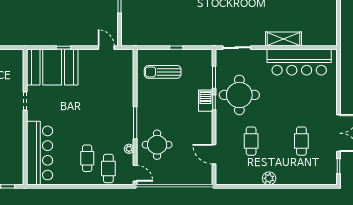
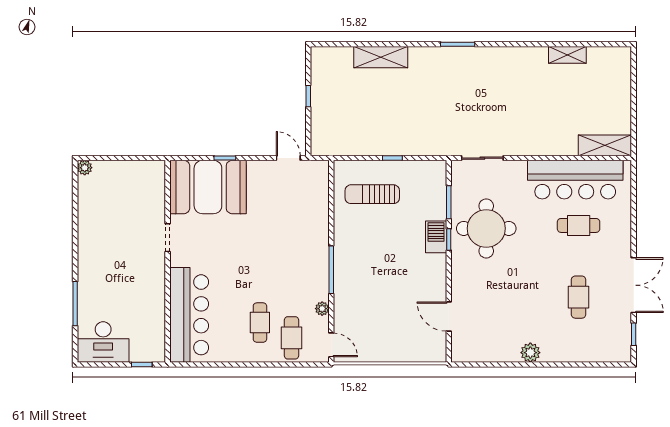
shelving: (284, 39) -> (605, 145), moved
cafe table: (251, 141) -> (579, 225), moved, turned 90
round table: (157, 145) -> (364, 303), removed

